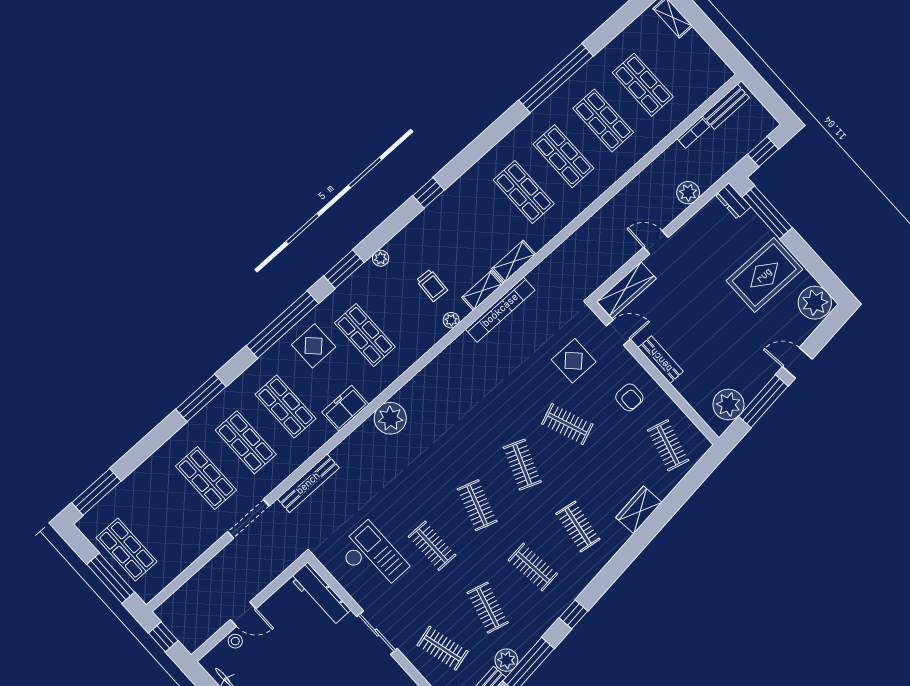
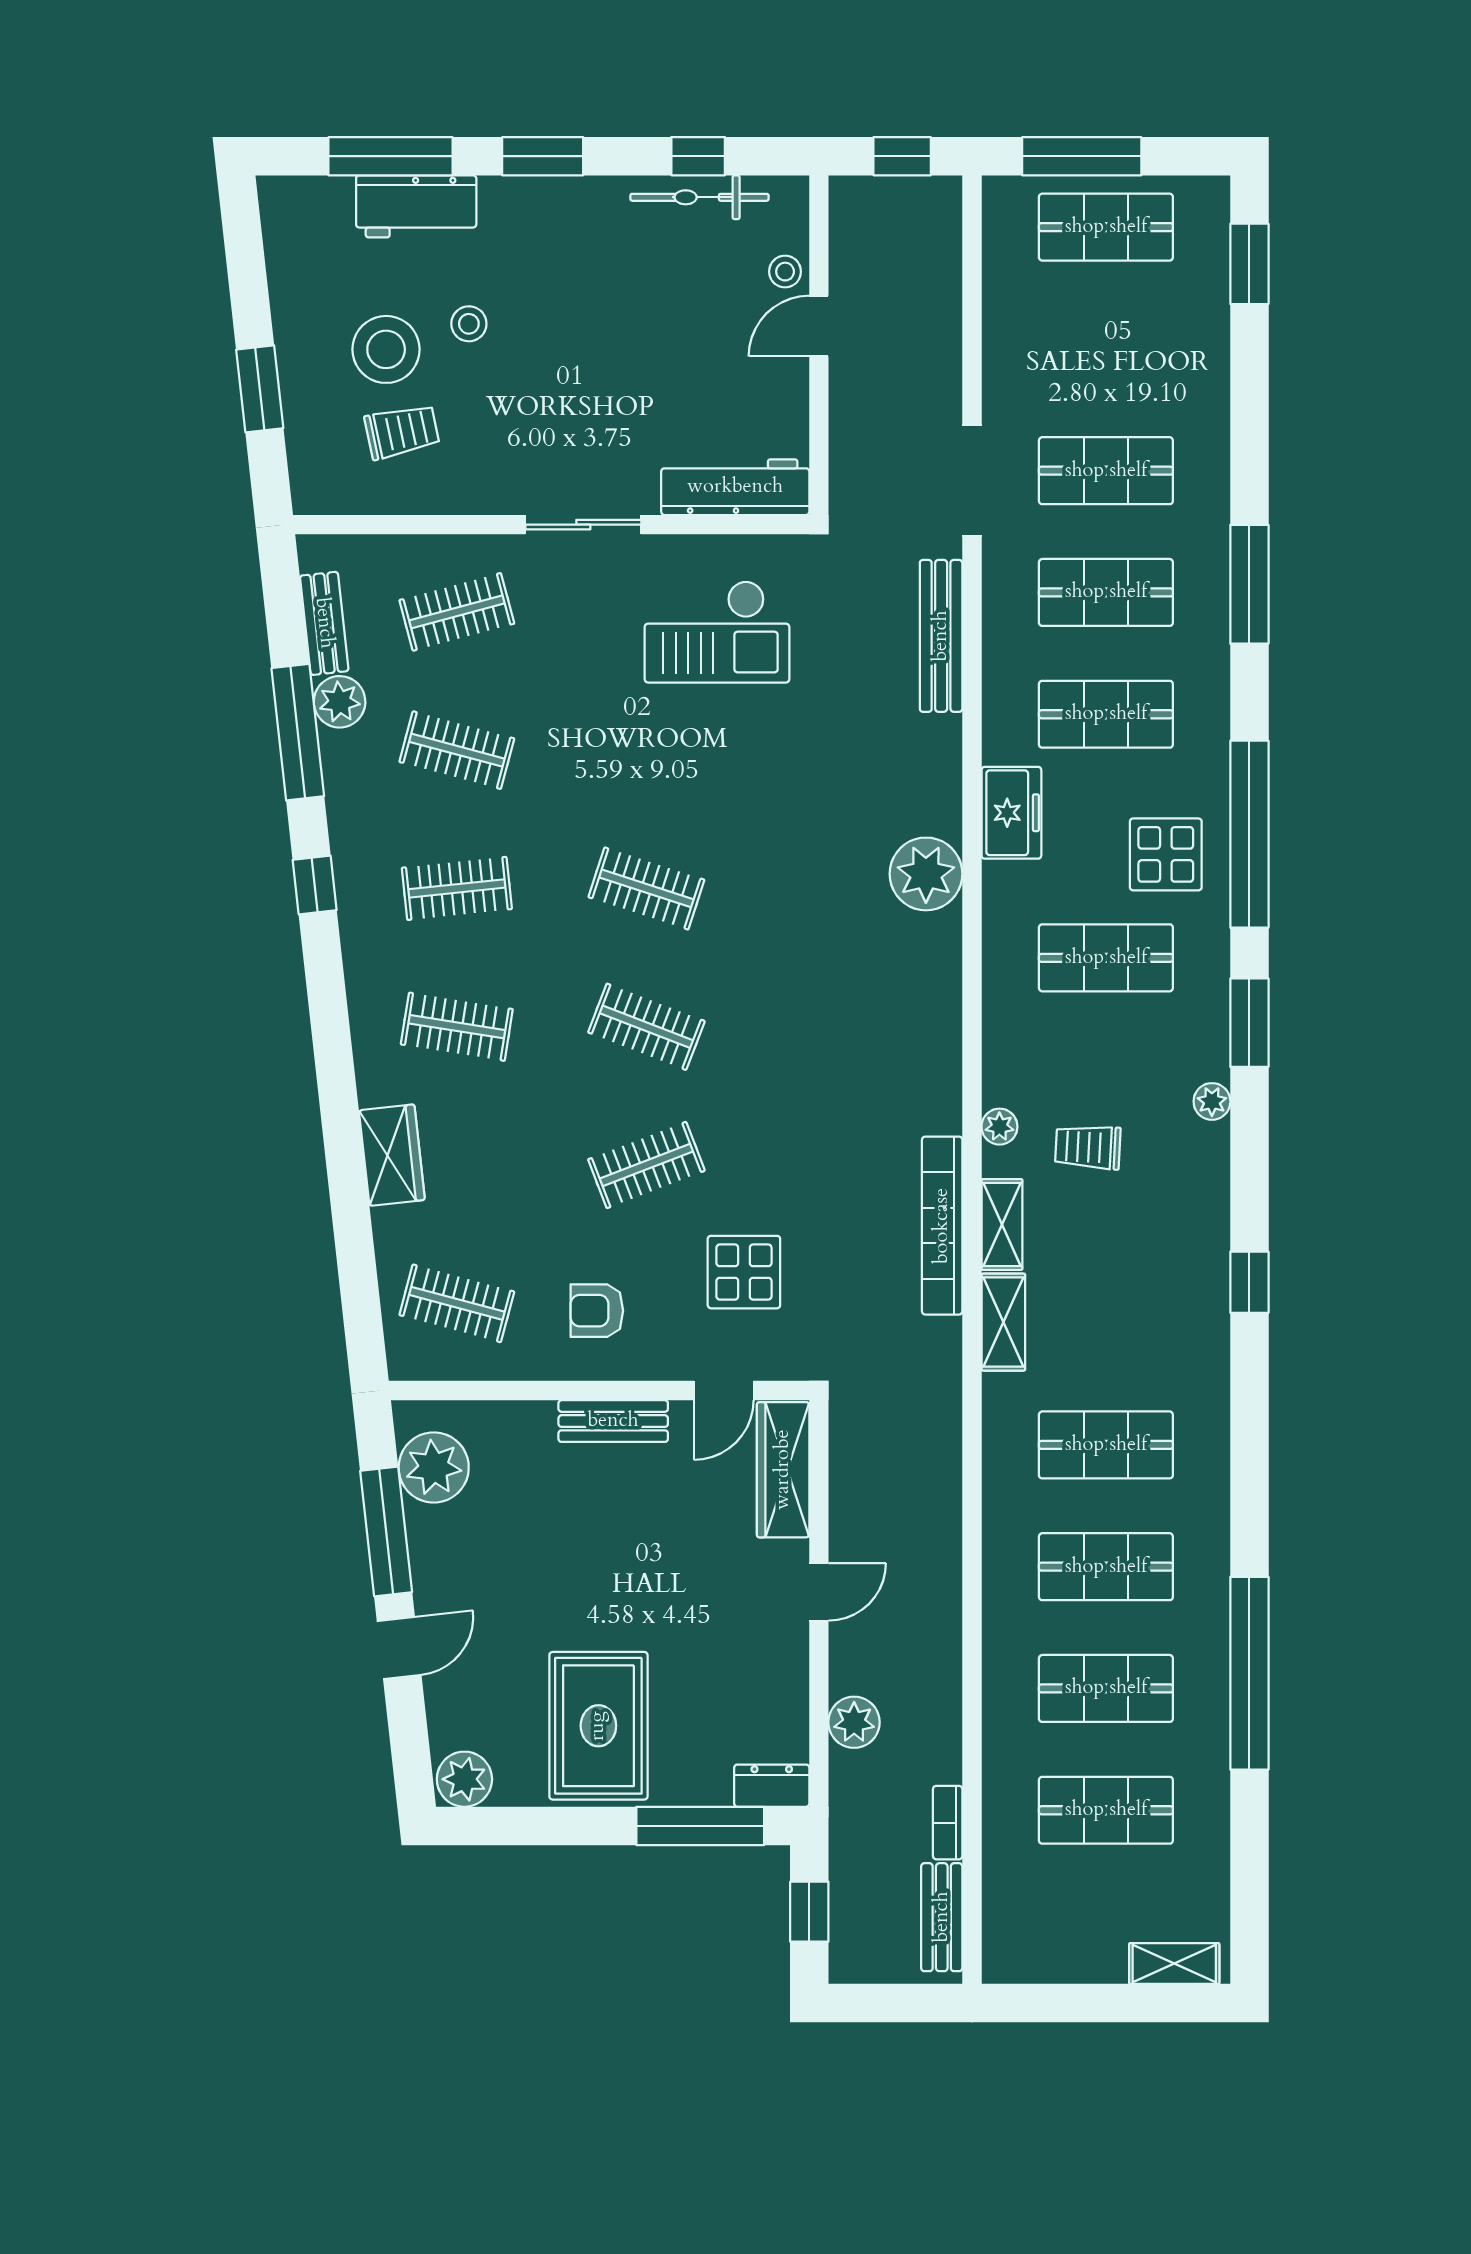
plant: (815, 303) -> (464, 1779), width x0.73, depth x0.73
window: (96, 492) -> (1249, 264), width x0.69
clothes rail: (432, 546) -> (646, 750), removed

